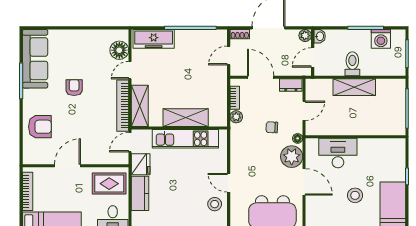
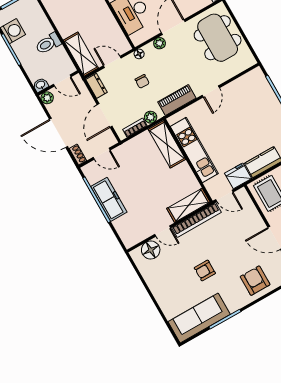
freezer: (154, 39) -> (109, 199), moved
shelving: (354, 87) -> (81, 54), moved
shelving: (186, 118) -> (167, 144), moved
piano: (238, 148) -> (177, 100), added
plant: (292, 157) -> (160, 43), width x0.53, depth x0.53
stool: (215, 204) -> (236, 93), removed

